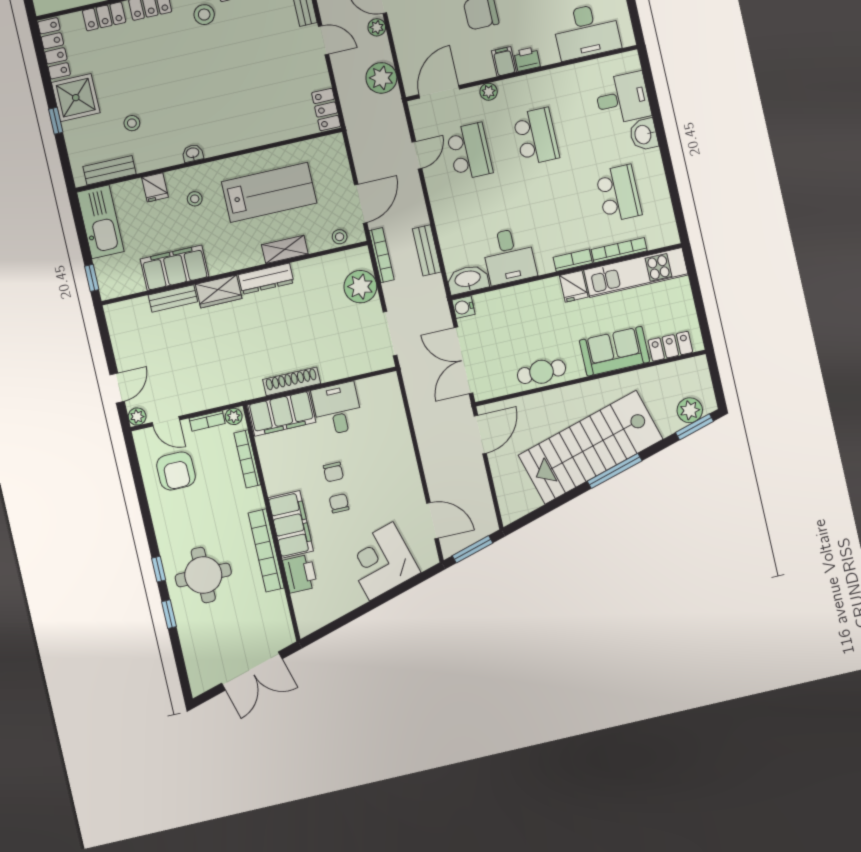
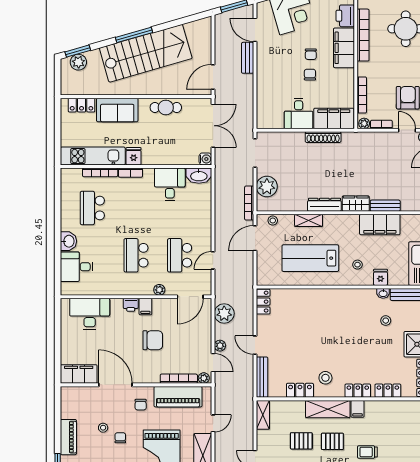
washbasin: (193, 153) -> (383, 293), moved
bench: (427, 250) -> (248, 58), moved

